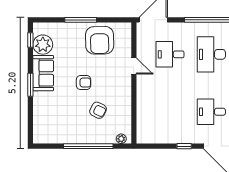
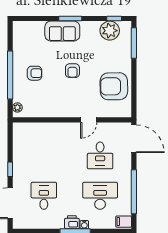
window: (81, 20) -> (134, 43), moved
desk: (170, 54) -> (100, 155), turned 180
sofa: (43, 73) -> (62, 31), moved
armchair: (98, 110) -> (35, 73), moved, turned -116

